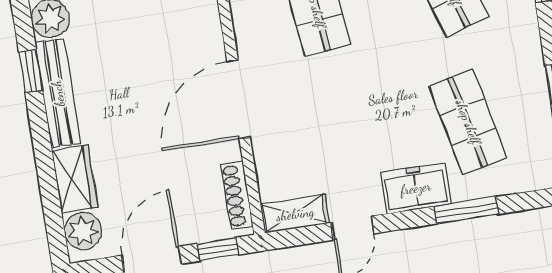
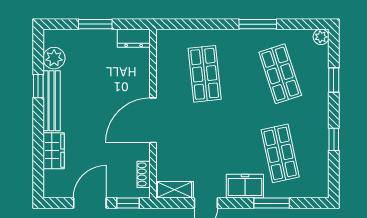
shoe rack: (237, 195) -> (144, 174), width x0.70
plant: (83, 231) -> (54, 181), removed

